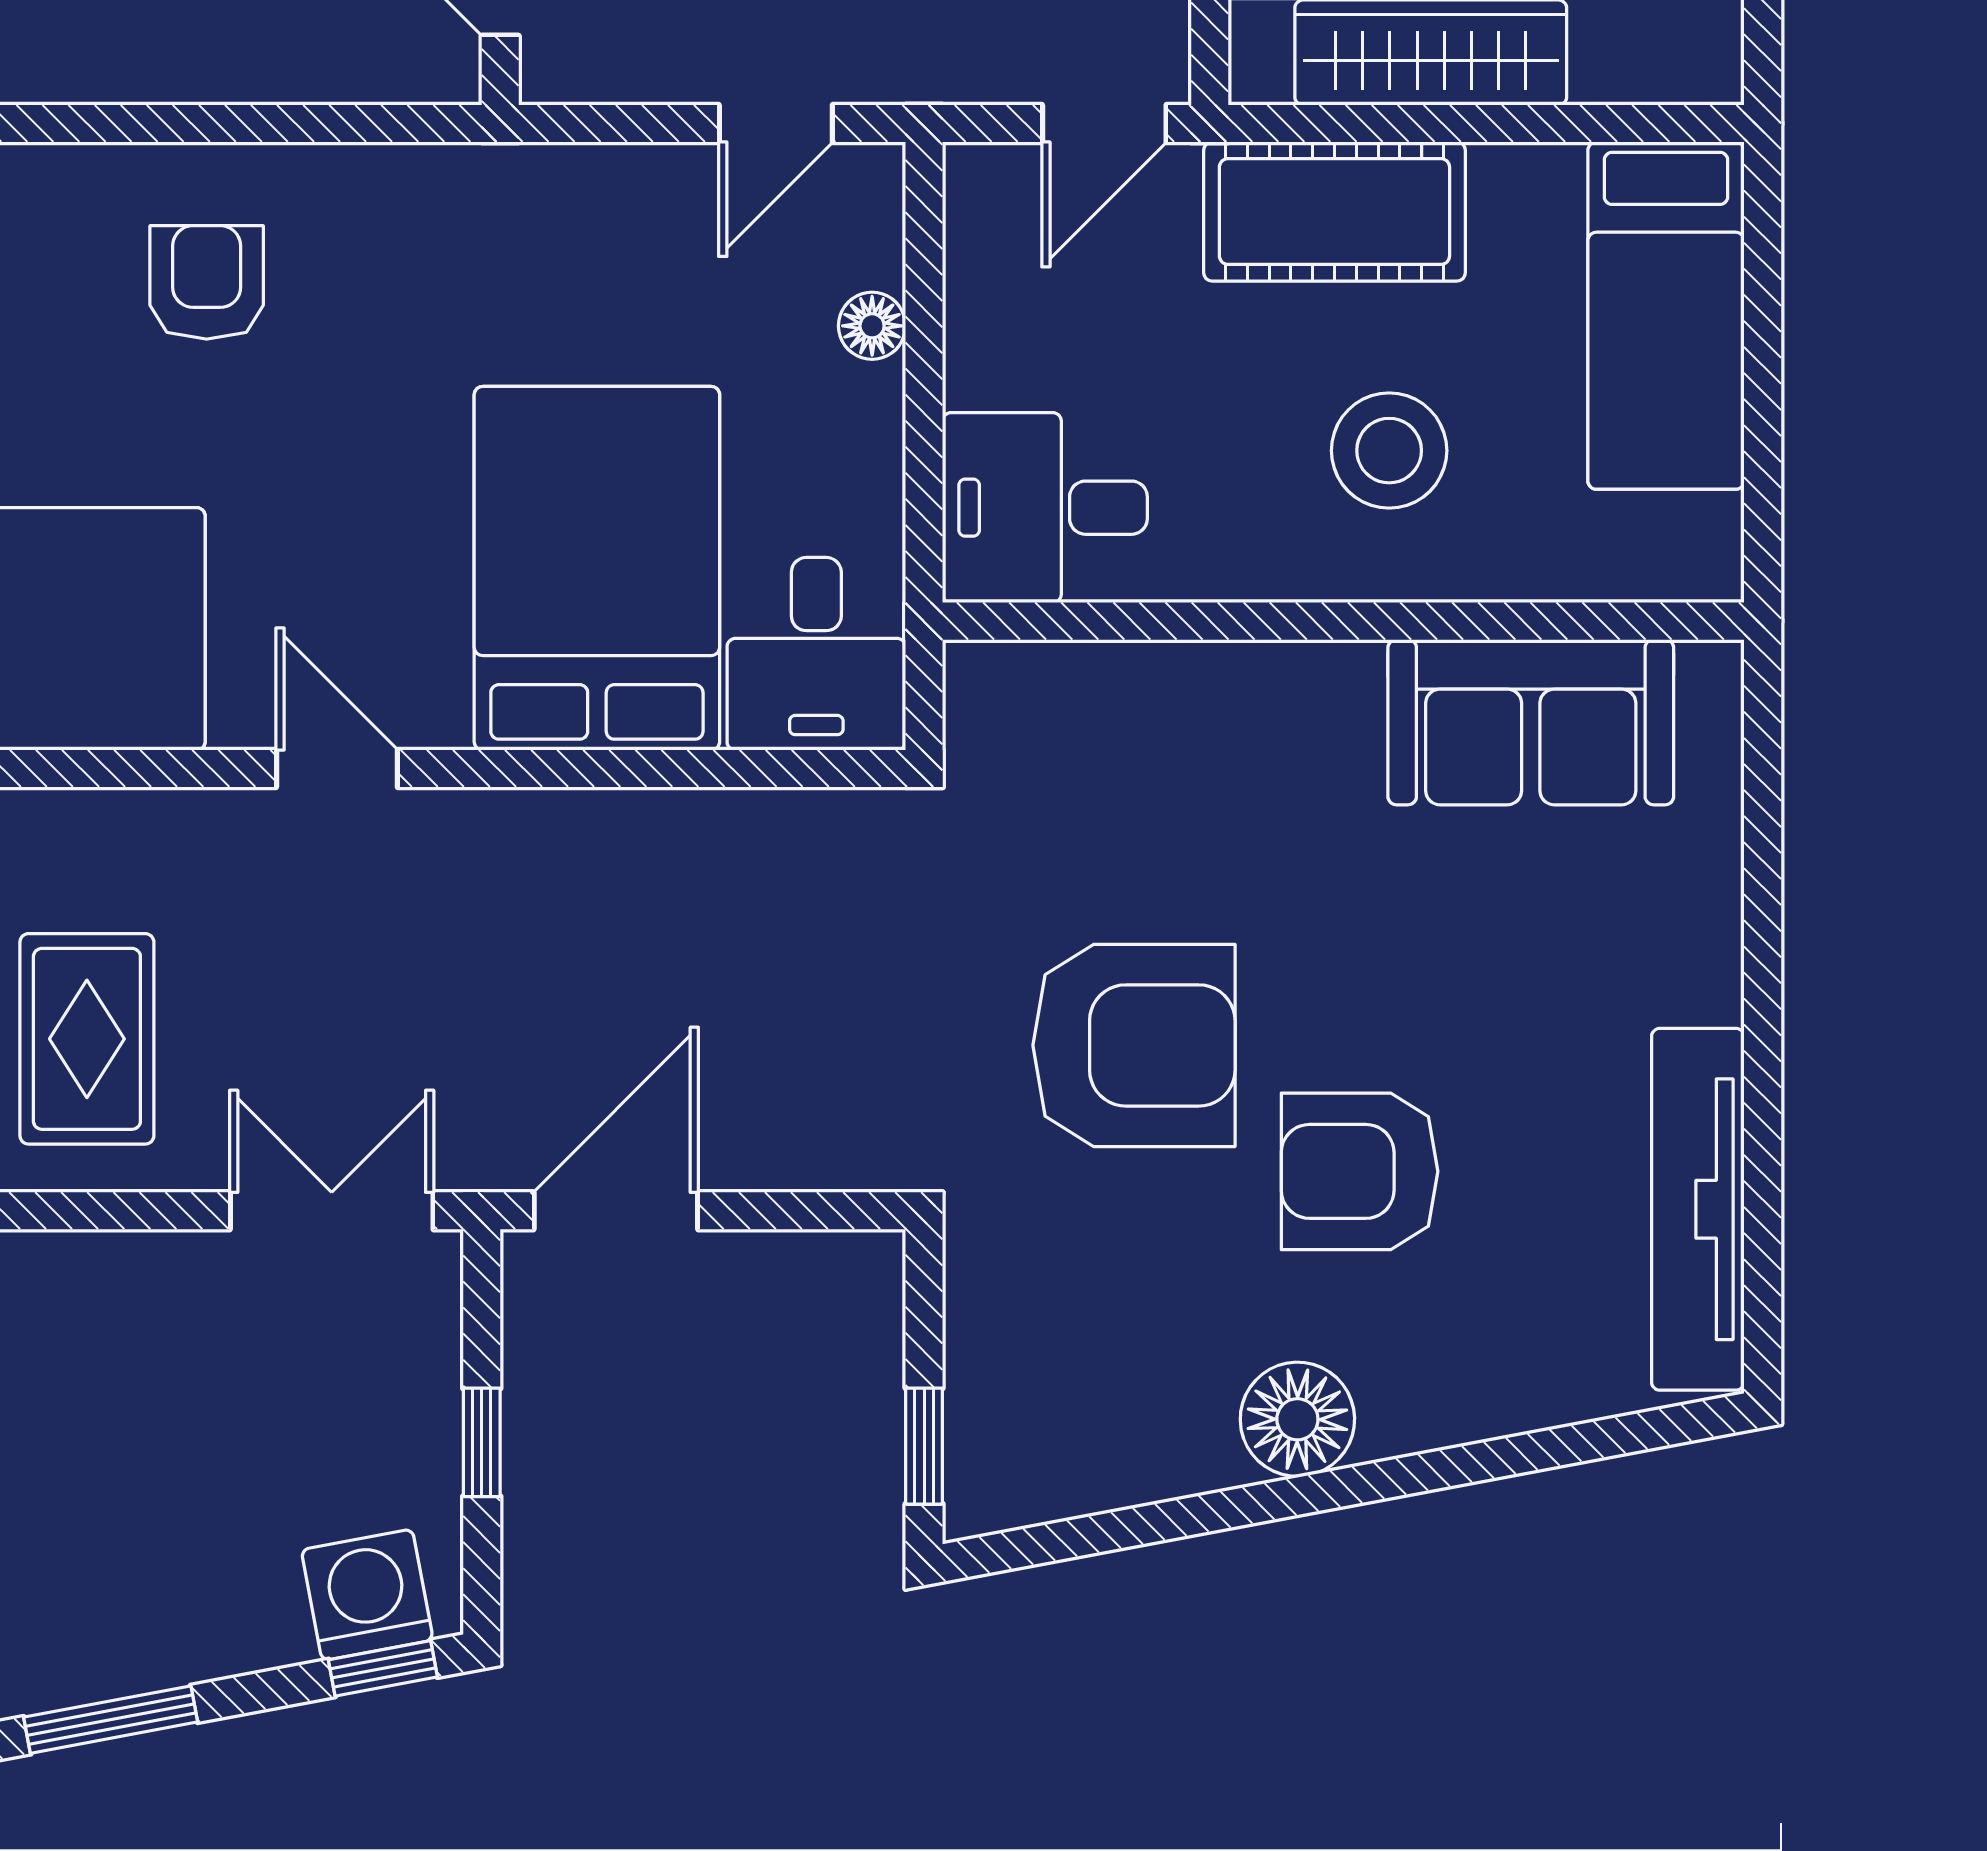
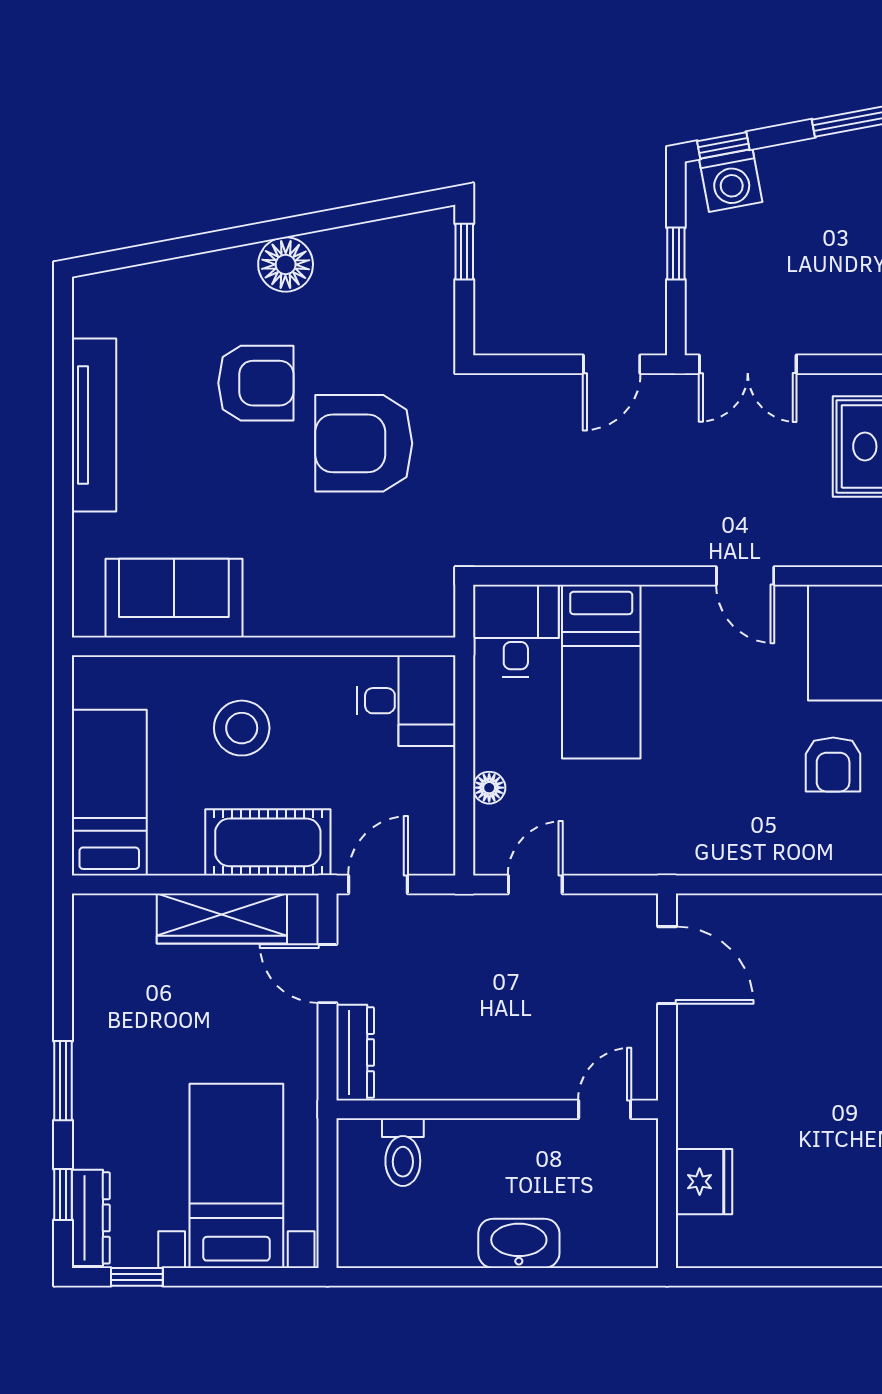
armchair: (207, 282) -> (833, 764), moved
bed: (597, 568) -> (601, 672), width x0.67
tv unit: (1698, 1209) -> (94, 425), moved
door: (616, 1211) -> (612, 364), width x0.73

